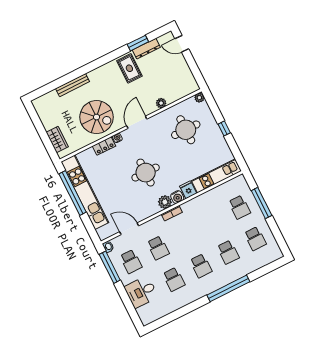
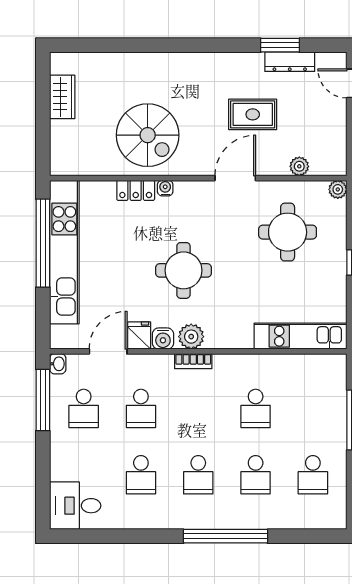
rug: (129, 68) -> (253, 114), moved, turned 90
bench: (72, 85) -> (134, 61), removed
plant: (161, 103) -> (299, 166), moved
door: (137, 122) -> (235, 178), moved
wardrobe: (57, 139) -> (62, 97), moved
fridge: (188, 190) -> (139, 336), moved
water cooler: (177, 197) -> (163, 339), moved
school desk: (239, 207) -> (256, 408), moved
door: (129, 229) -> (108, 351), hinge flipped
desk: (141, 292) -> (75, 506), moved

